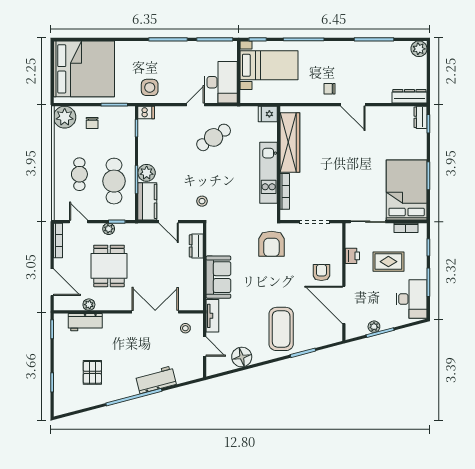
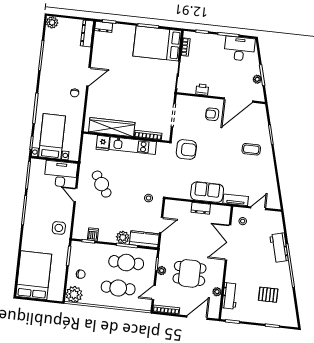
bed: (84, 69) -> (34, 275), width x0.73
dishwasher: (146, 112) -> (93, 234), moved
fridge: (268, 114) -> (103, 143), moved
cafe table: (79, 174) -> (118, 288), width x1.37, depth x1.35
dresser: (196, 246) -> (201, 208), moved
rug: (388, 262) -> (209, 63), removed
coffee table: (281, 329) -> (251, 149), width x0.54, depth x0.58
floor lamp: (242, 357) -> (269, 181), removed

